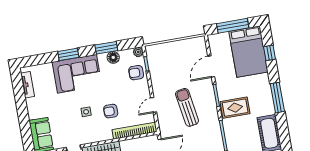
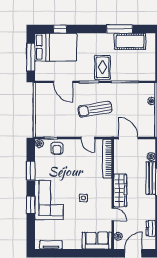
floor lamp: (113, 57) -> (40, 166), removed
window: (277, 98) -> (120, 29), moved
armchair: (111, 111) -> (87, 176), removed

